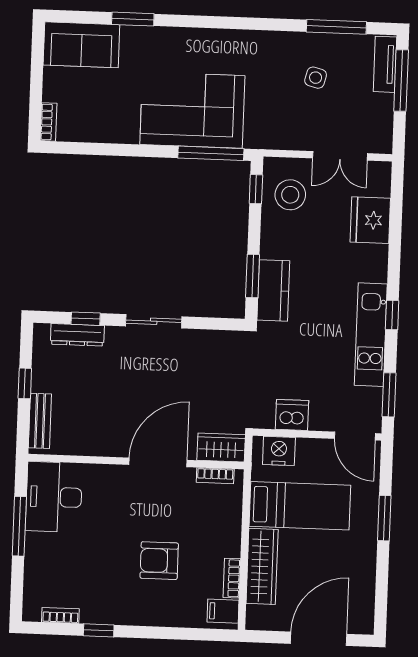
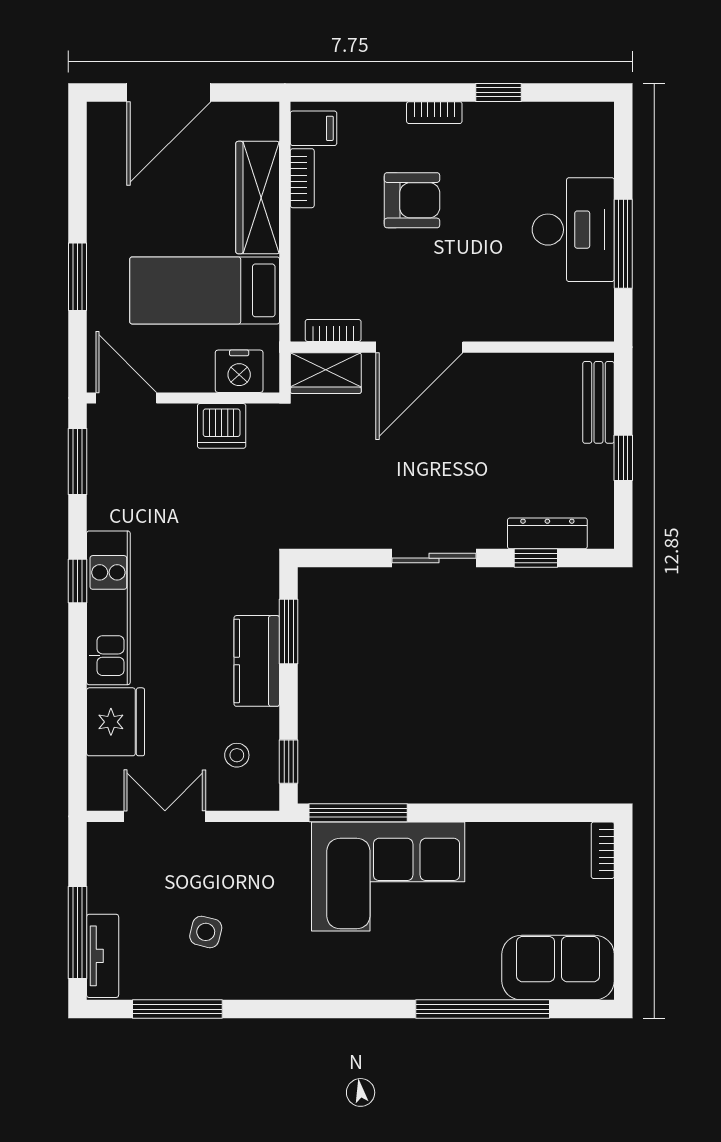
window: (133, 19) -> (483, 1009), width x2.11
stool: (290, 195) -> (237, 755), width x0.53, depth x0.53
kitchen counter: (273, 290) -> (257, 661), moved
kitchen unit: (371, 335) -> (108, 608), moved
desk: (54, 497) -> (573, 230), moved
bookcase: (60, 615) -> (434, 113), moved

